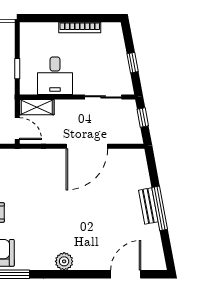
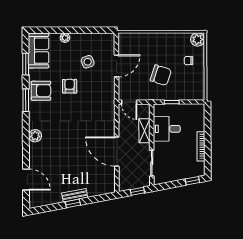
window: (133, 63) -> (192, 181), moved
shelving: (37, 107) -> (144, 131), moved
door: (17, 129) -> (129, 102), hinge flipped
window: (160, 208) -> (73, 203), width x0.46

